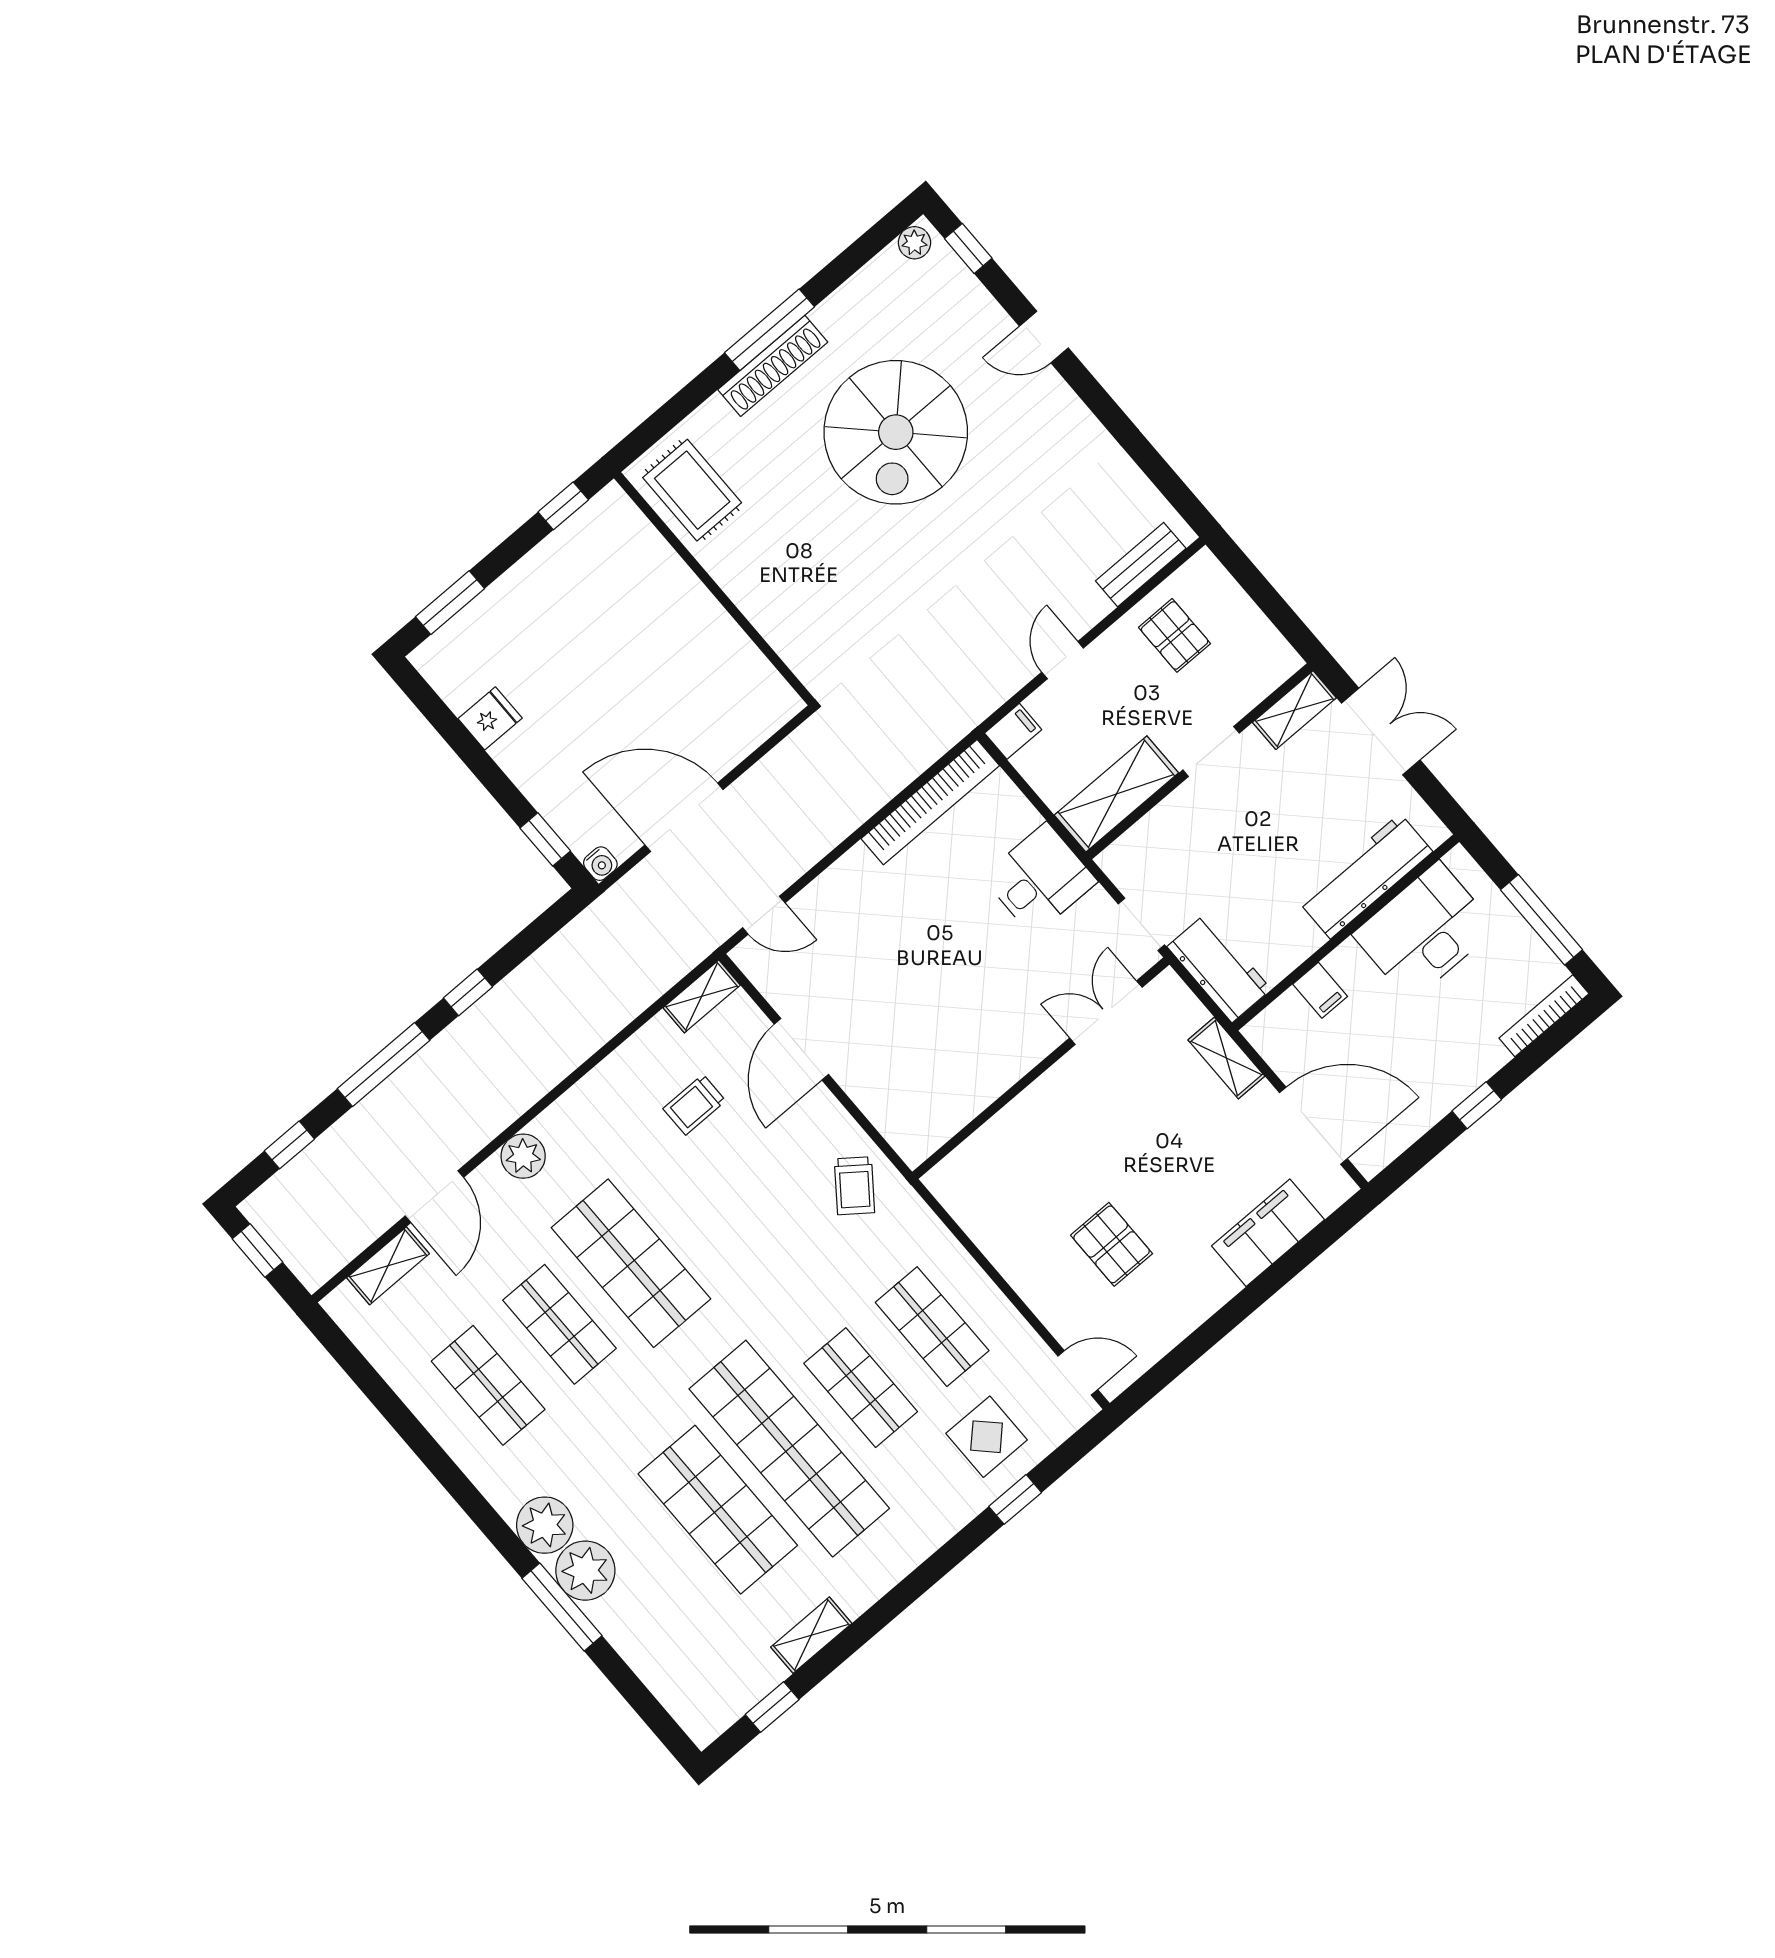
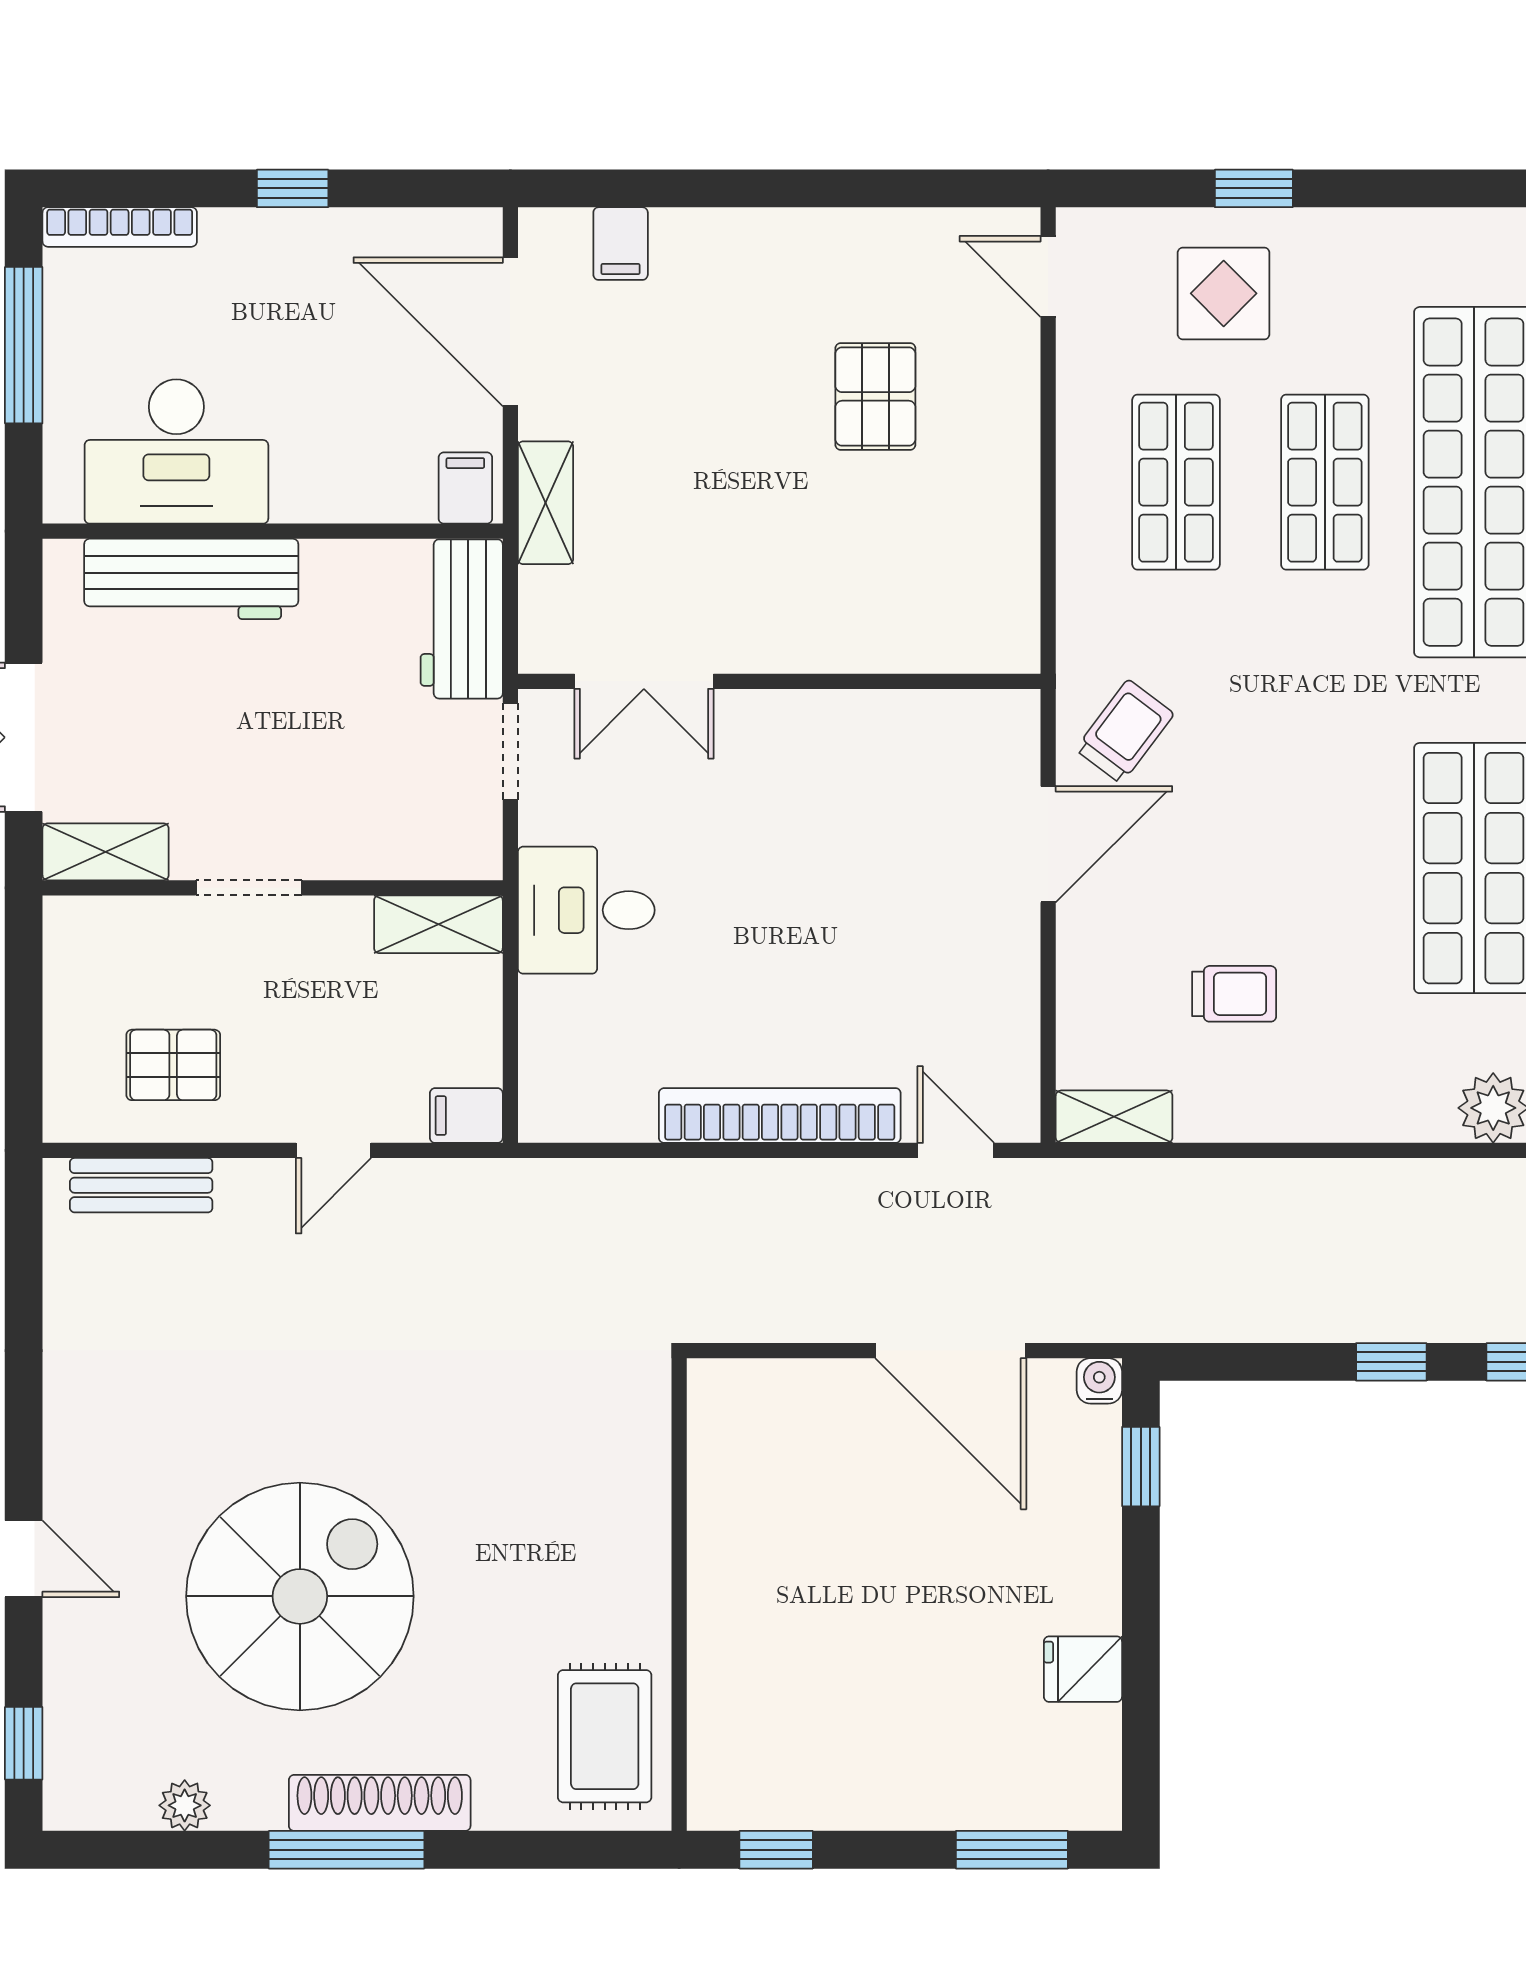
plant: (914, 243) -> (185, 1805), moved
pallet: (1175, 635) -> (173, 1065), turned 90
shelving: (1116, 794) -> (438, 924), width x0.67, depth x0.75
bookcase: (930, 802) -> (780, 1115), moved
filing cabinet: (1320, 990) -> (465, 488), moved
door: (801, 1049) -> (1048, 844), moved
filing cabinet: (1268, 1233) -> (621, 244), width x0.33, depth x0.86

